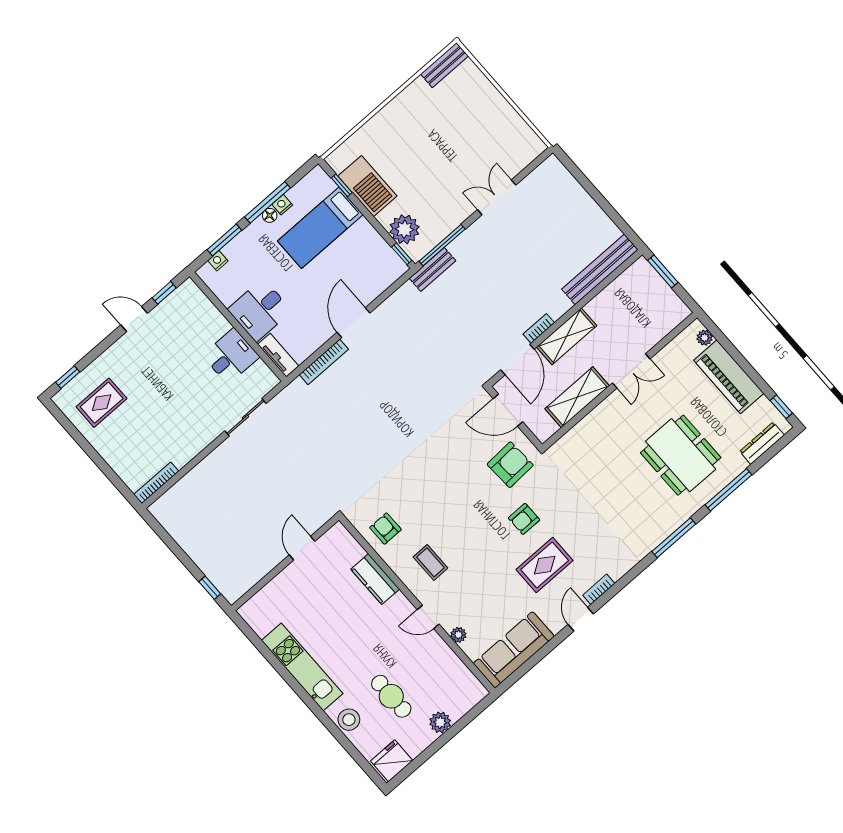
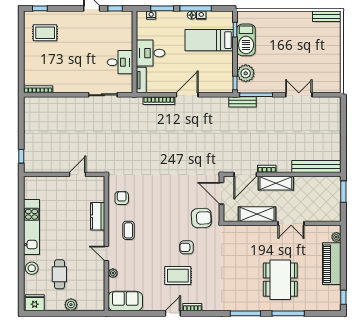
dresser: (762, 443) -> (321, 306), removed
sofa: (514, 650) -> (125, 301), width x0.73

